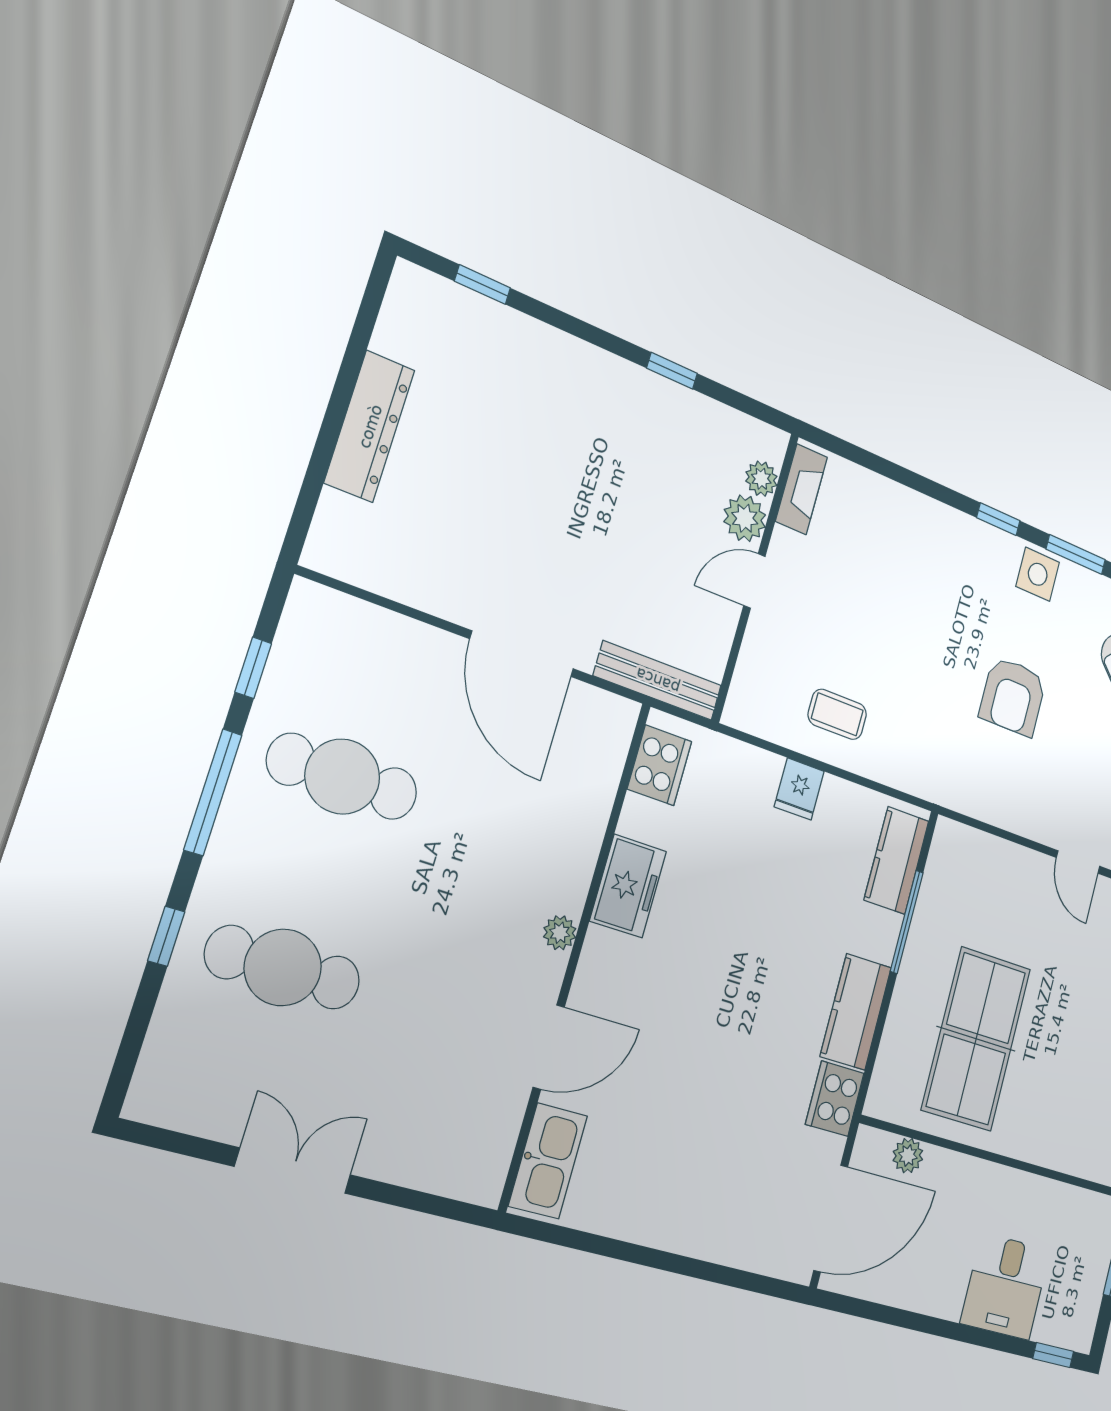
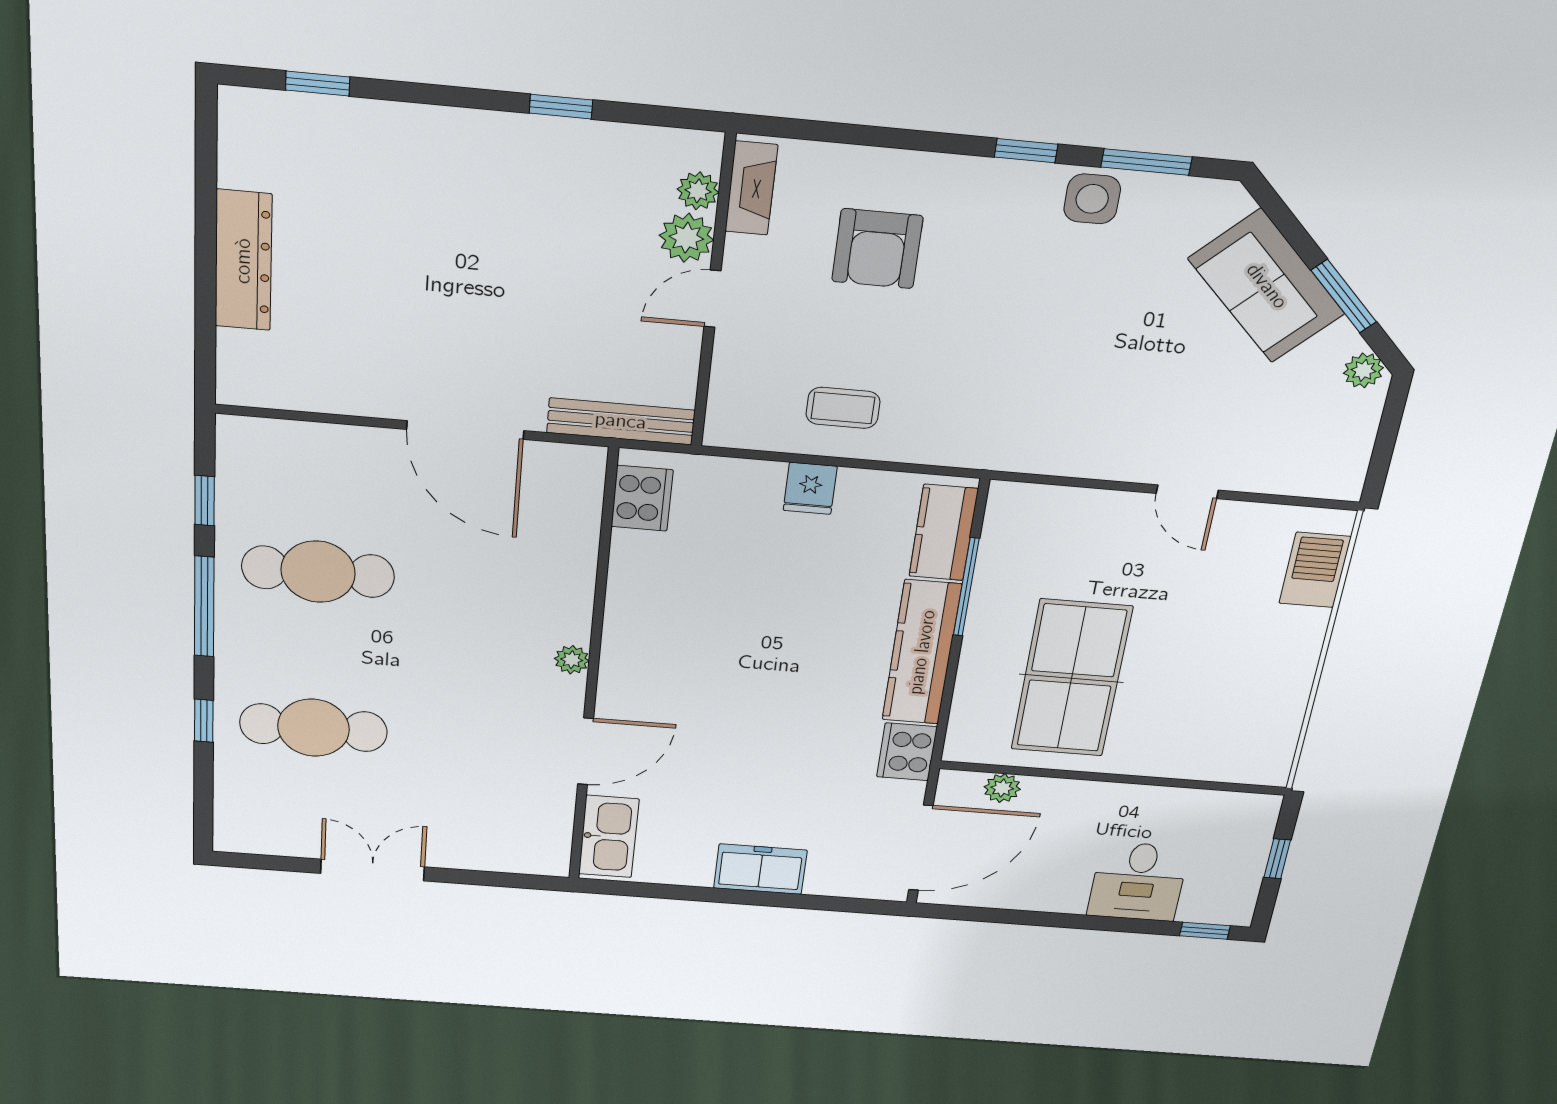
armchair: (1013, 696) -> (877, 249), moved
freezer: (628, 886) -> (760, 869), moved, turned -90
kitchen counter: (856, 1012) -> (922, 652), width x1.50

